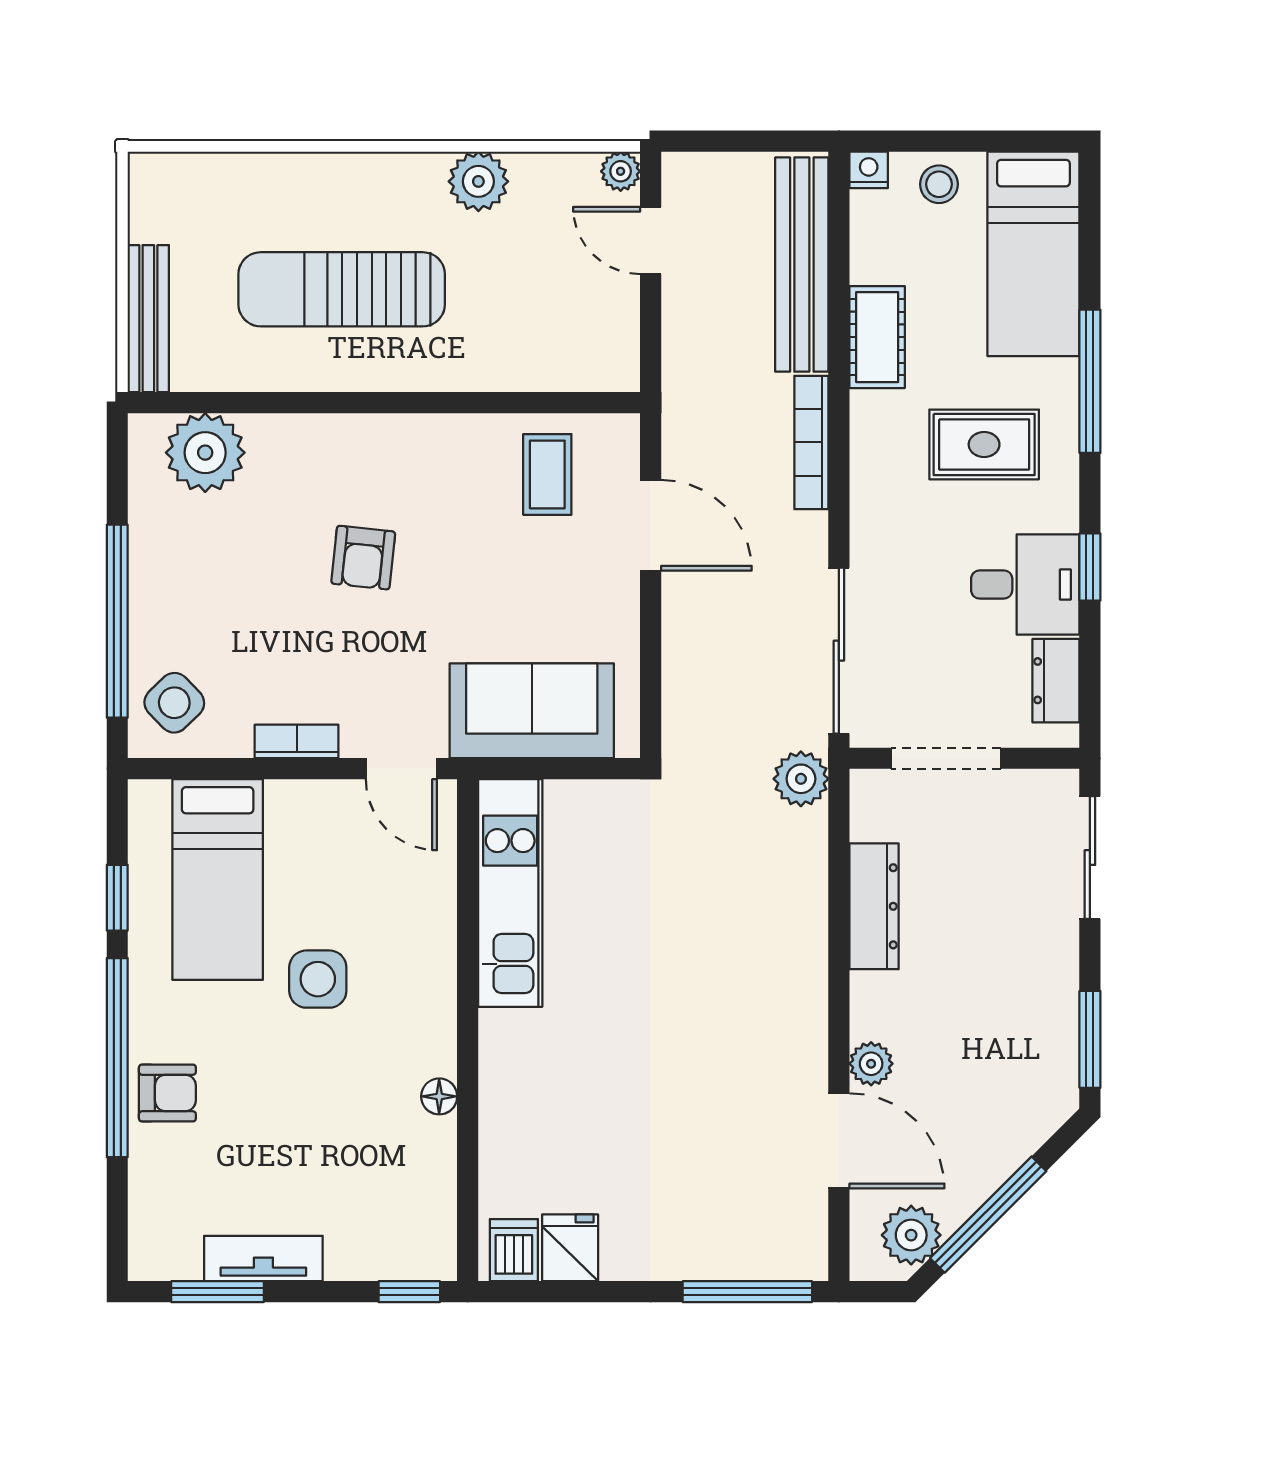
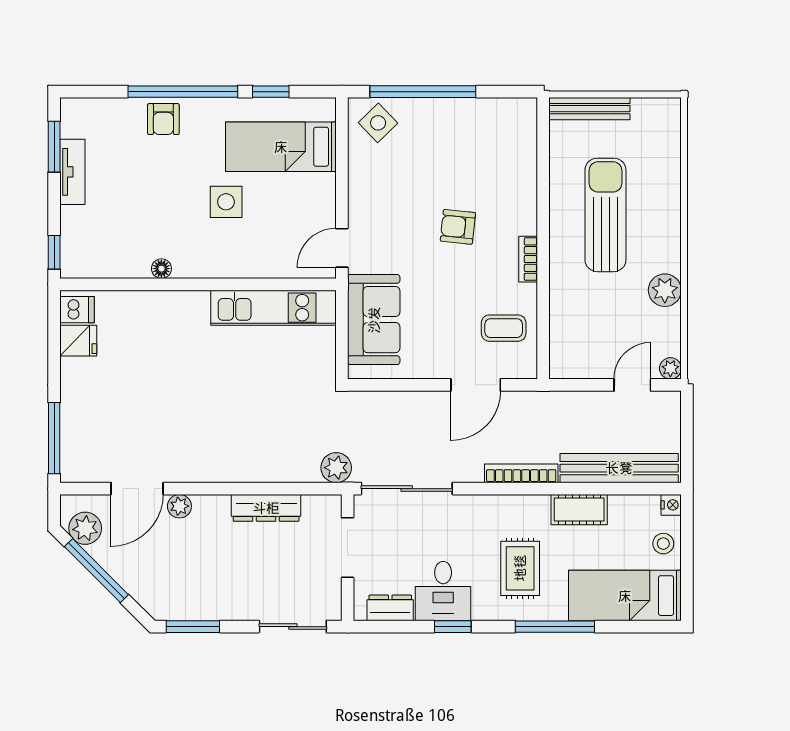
plant: (205, 453) -> (516, 140), removed
bookcase: (297, 741) -> (528, 259), moved, turned 180

